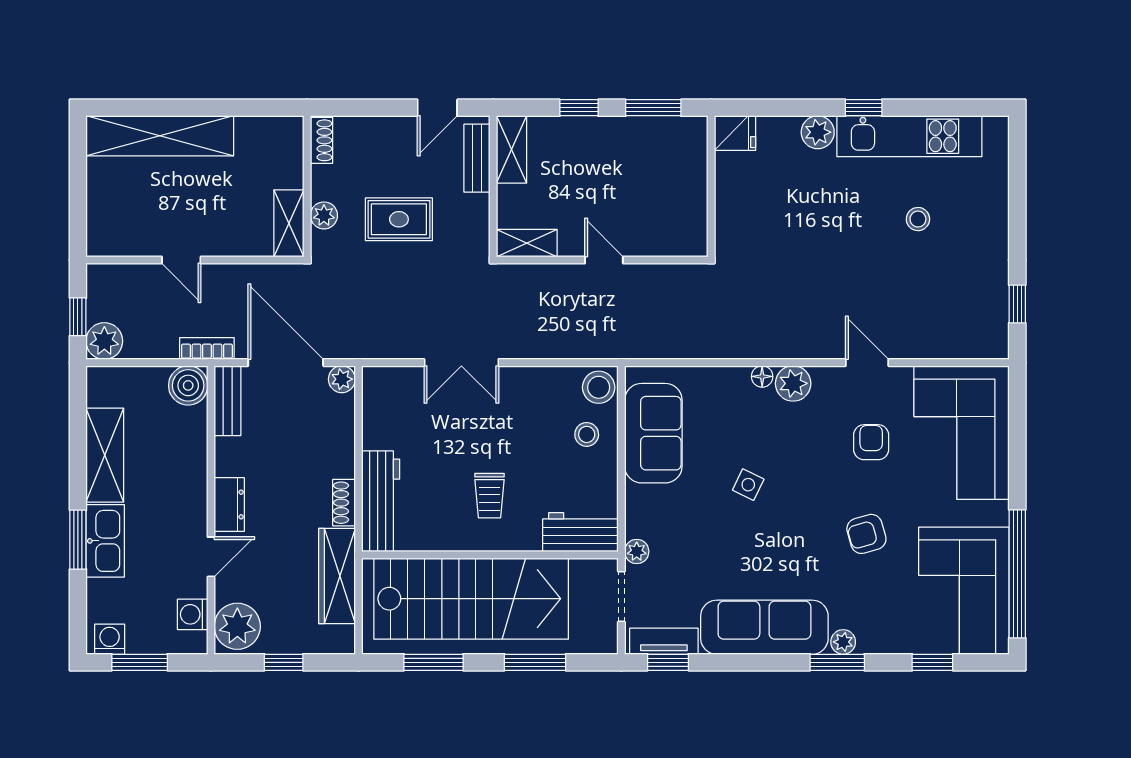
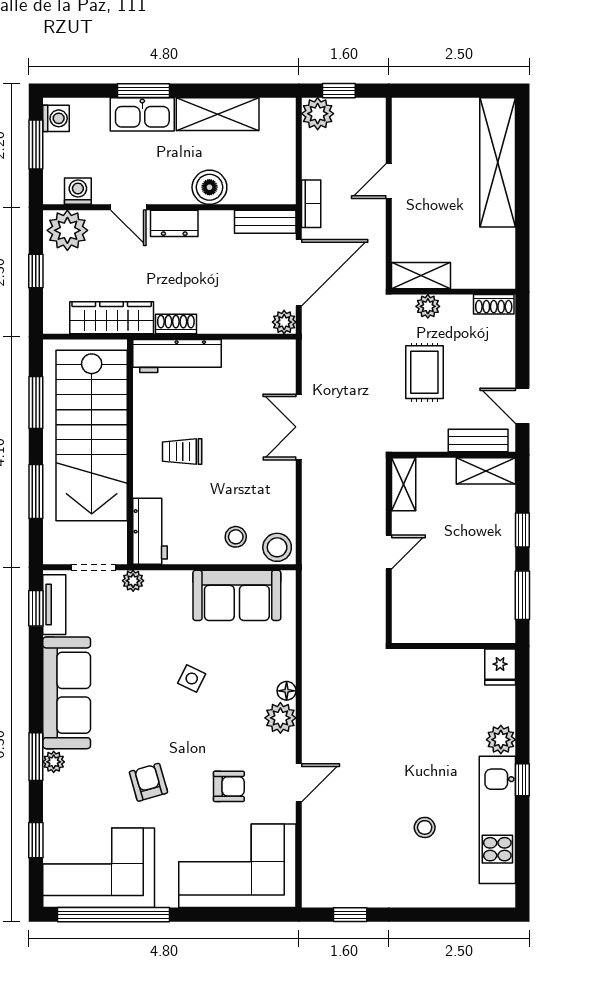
boiler: (188, 385) -> (209, 187), moved

